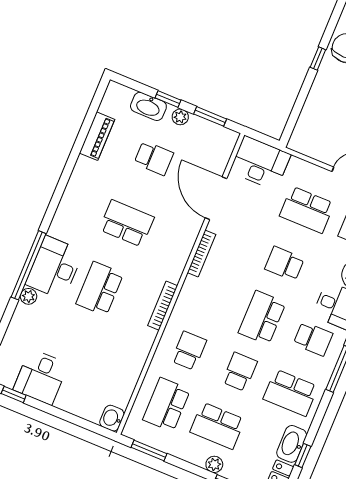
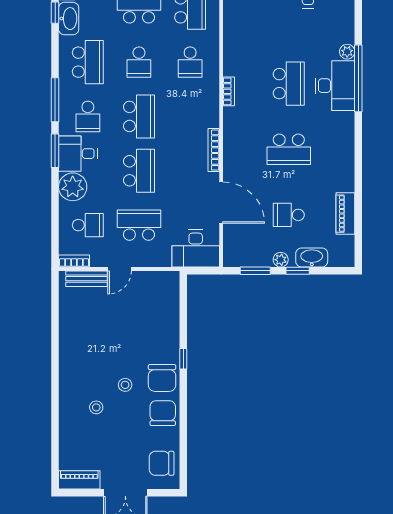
school desk: (284, 264) -> (139, 171), width x1.85
bookcase: (163, 306) -> (229, 91), width x0.64
school desk: (313, 339) -> (88, 116), turned -90
school desk: (291, 393) -> (88, 62), turned 90

